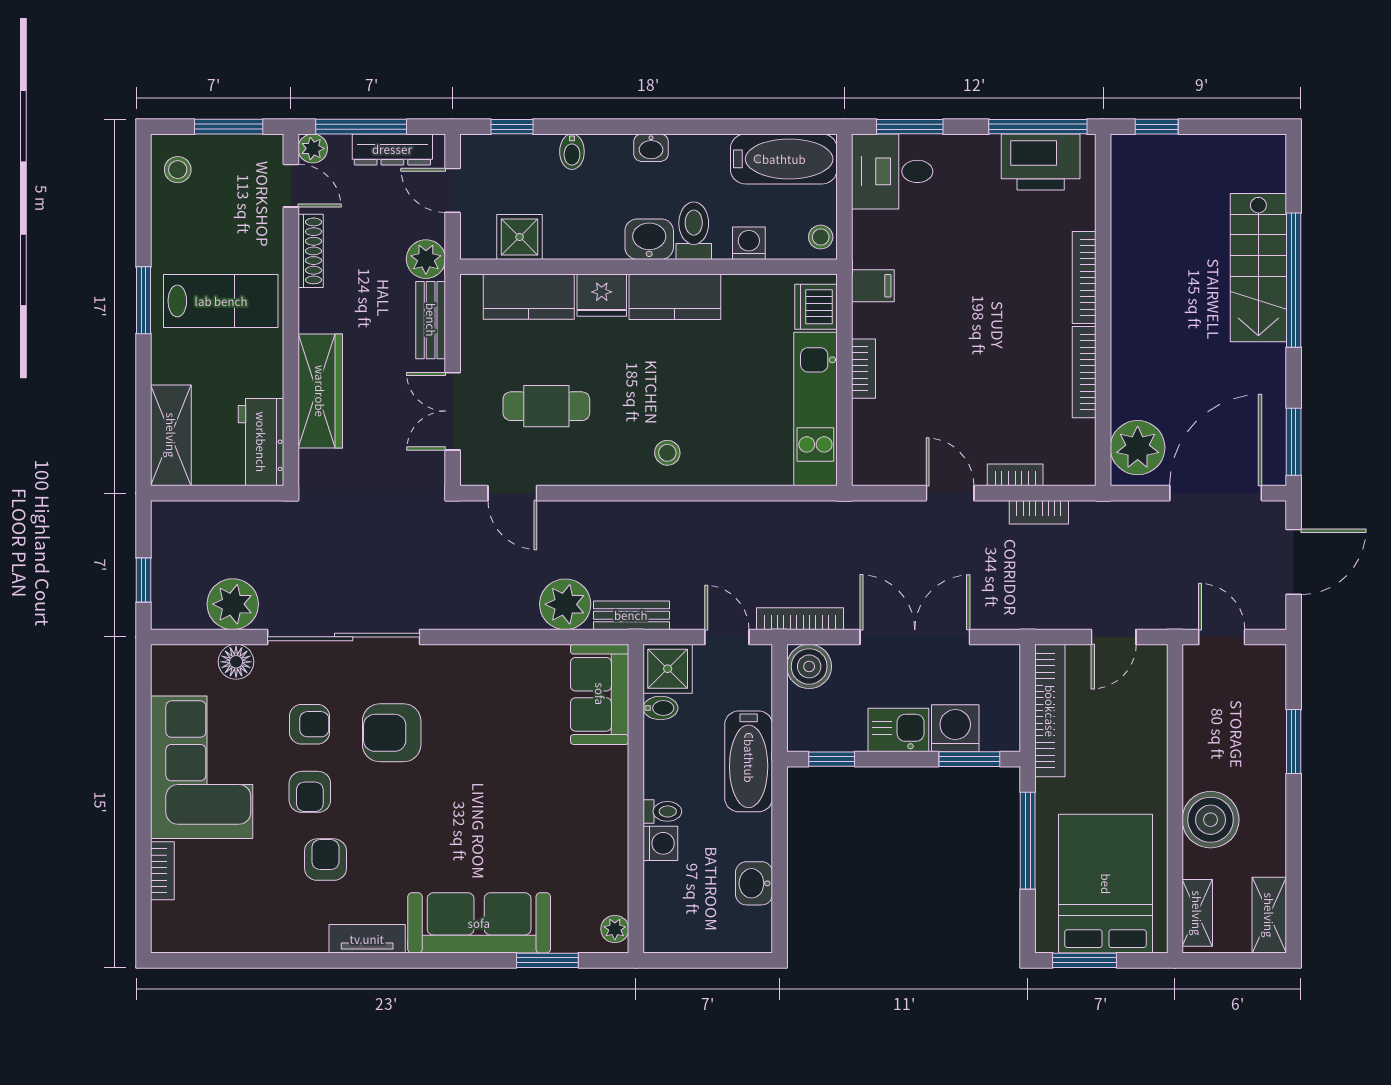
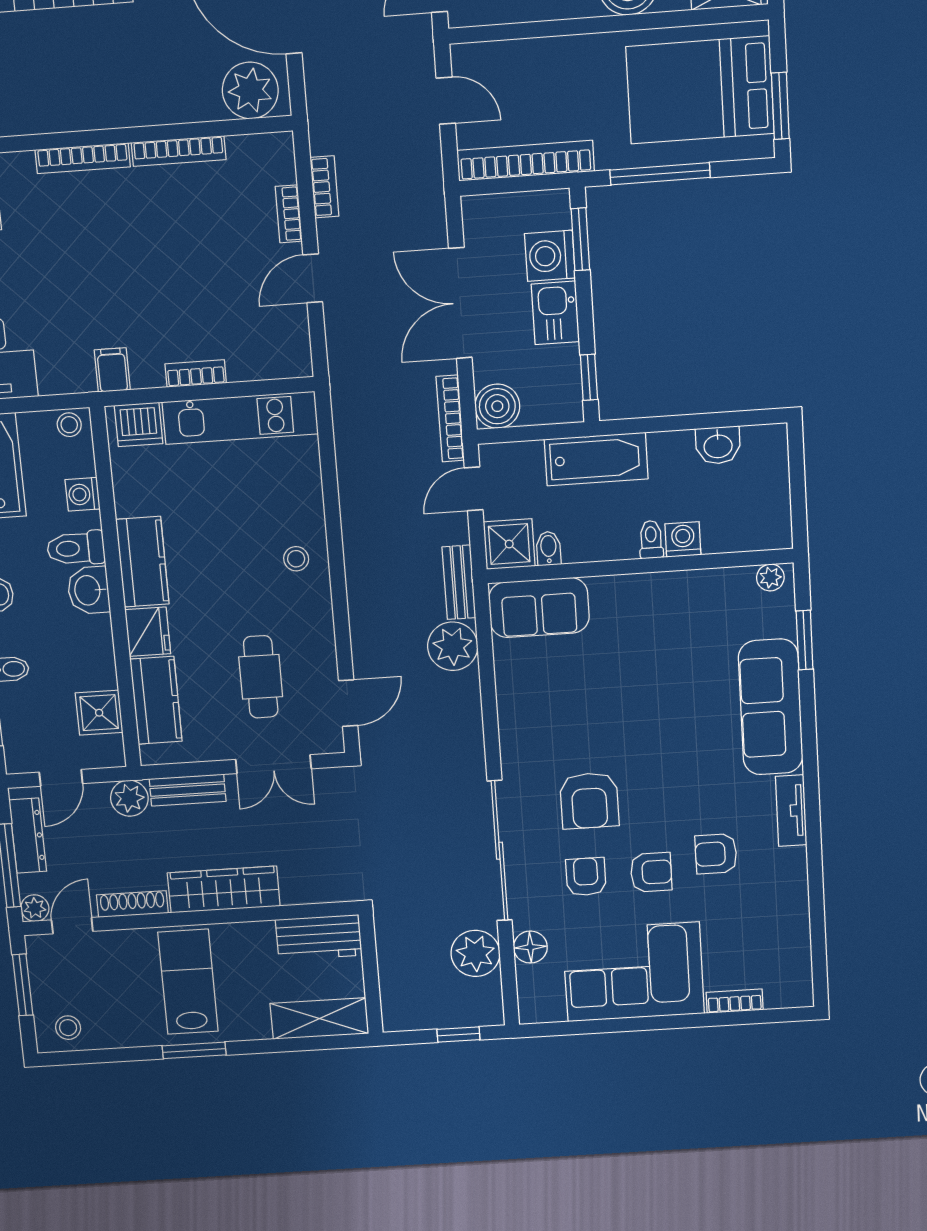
wardrobe: (320, 391) -> (224, 890), moved

